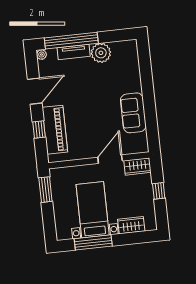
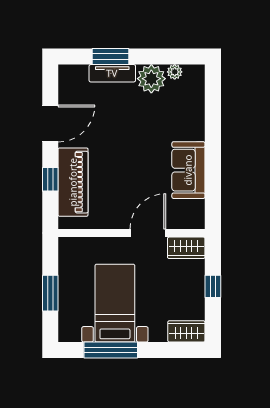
window: (71, 41) -> (111, 56), width x0.47
plant: (41, 55) -> (175, 72), moved
window: (45, 190) -> (50, 293), moved
wardrobe: (131, 225) -> (186, 331), moved

